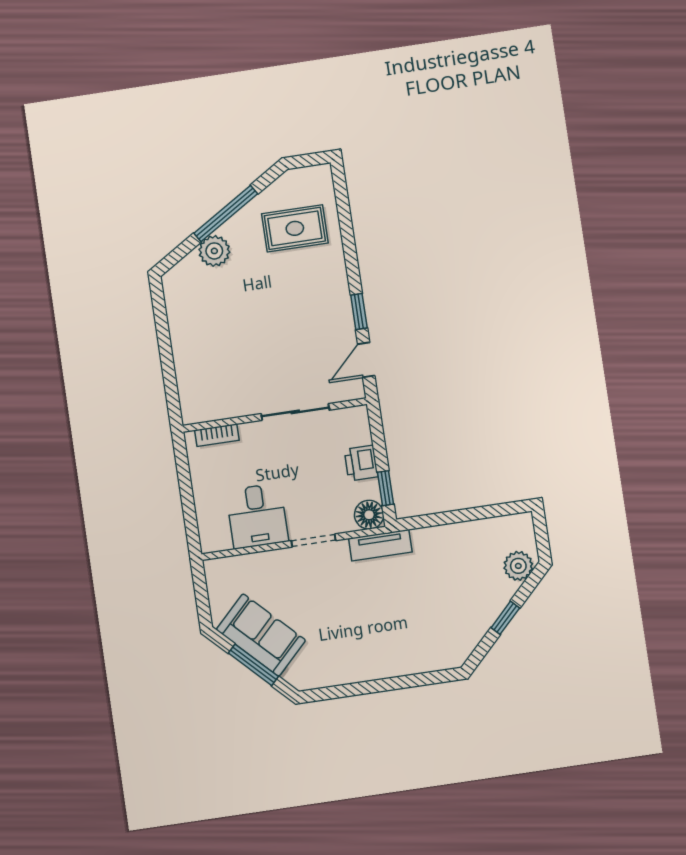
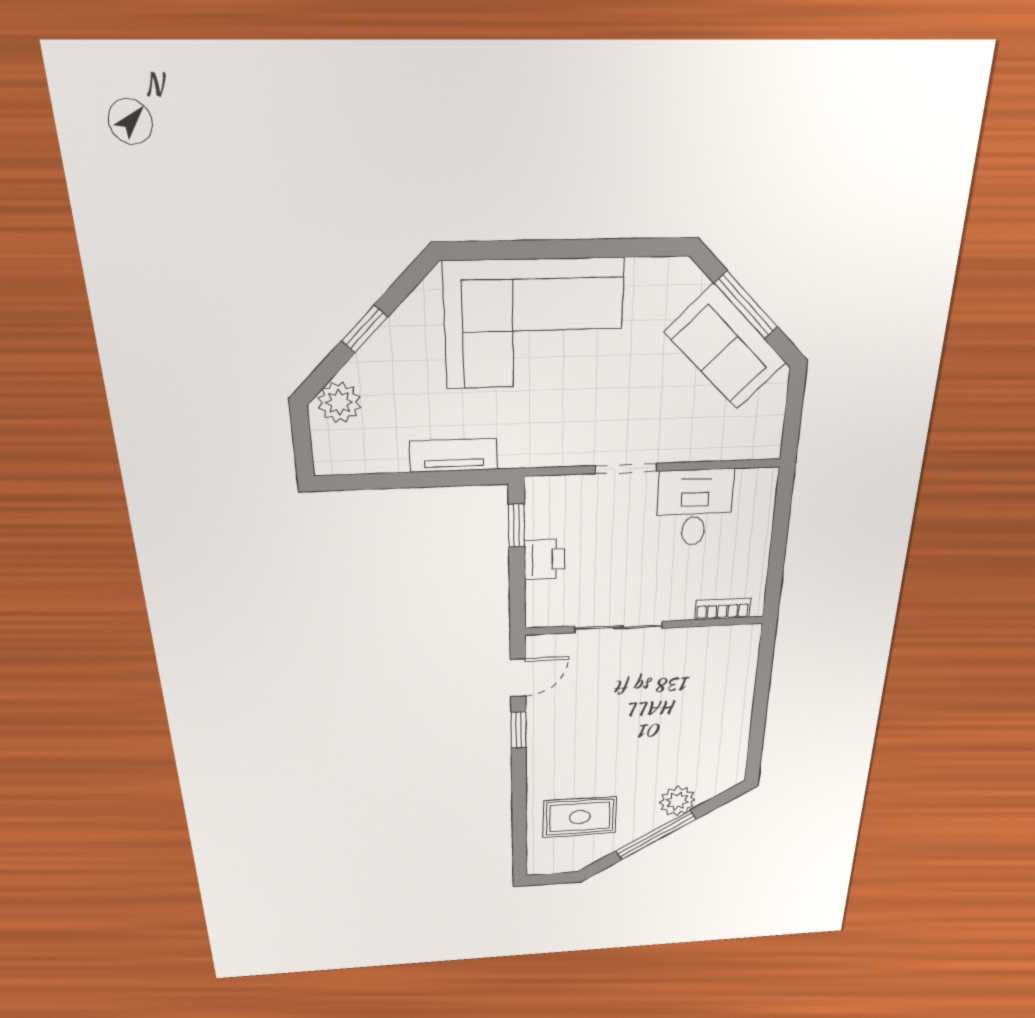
floor lamp: (369, 515) -> (544, 494), removed
tv unit: (380, 545) -> (454, 455), moved
corner sofa: (394, 635) -> (534, 324), added

